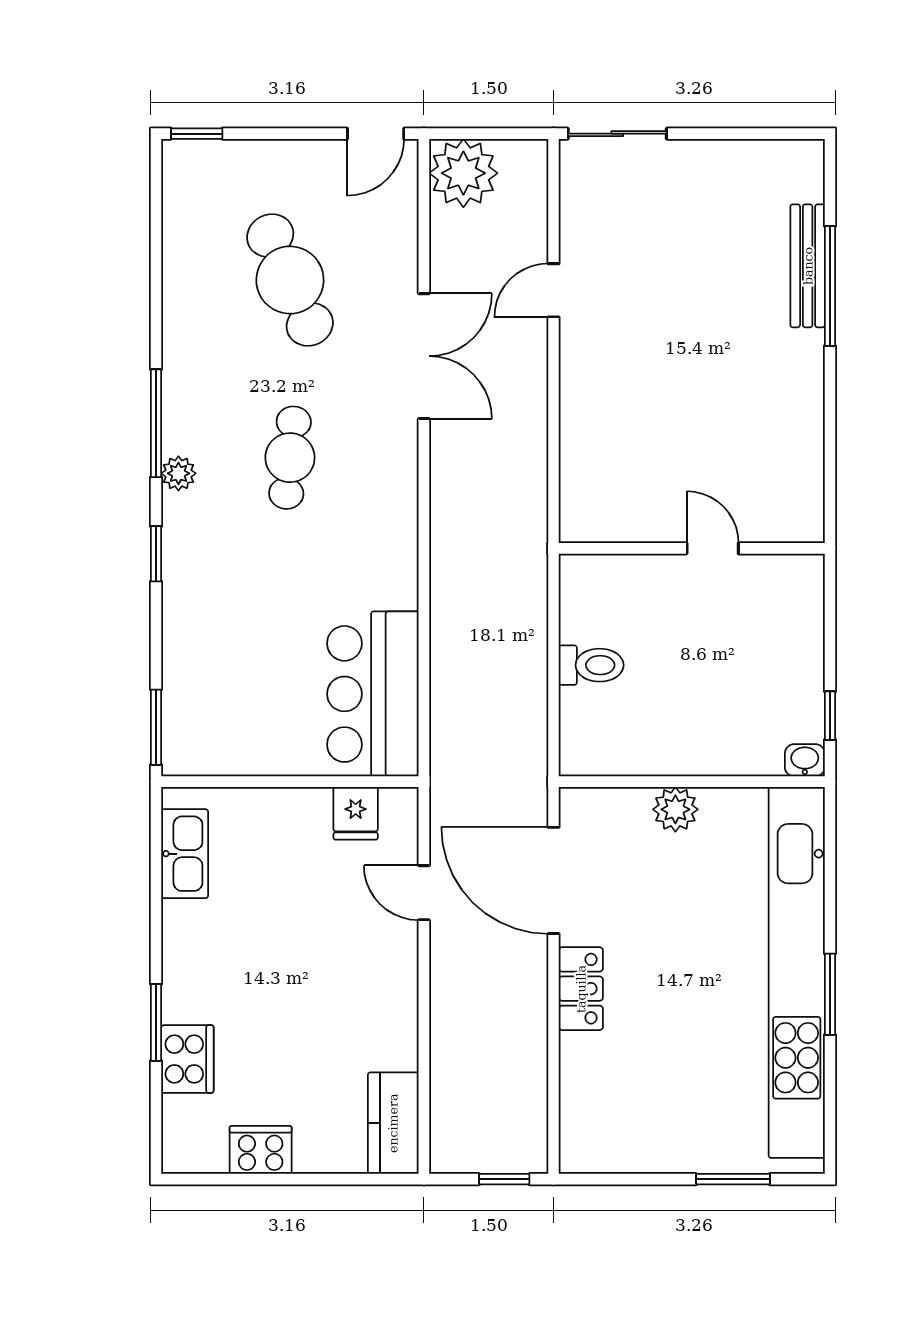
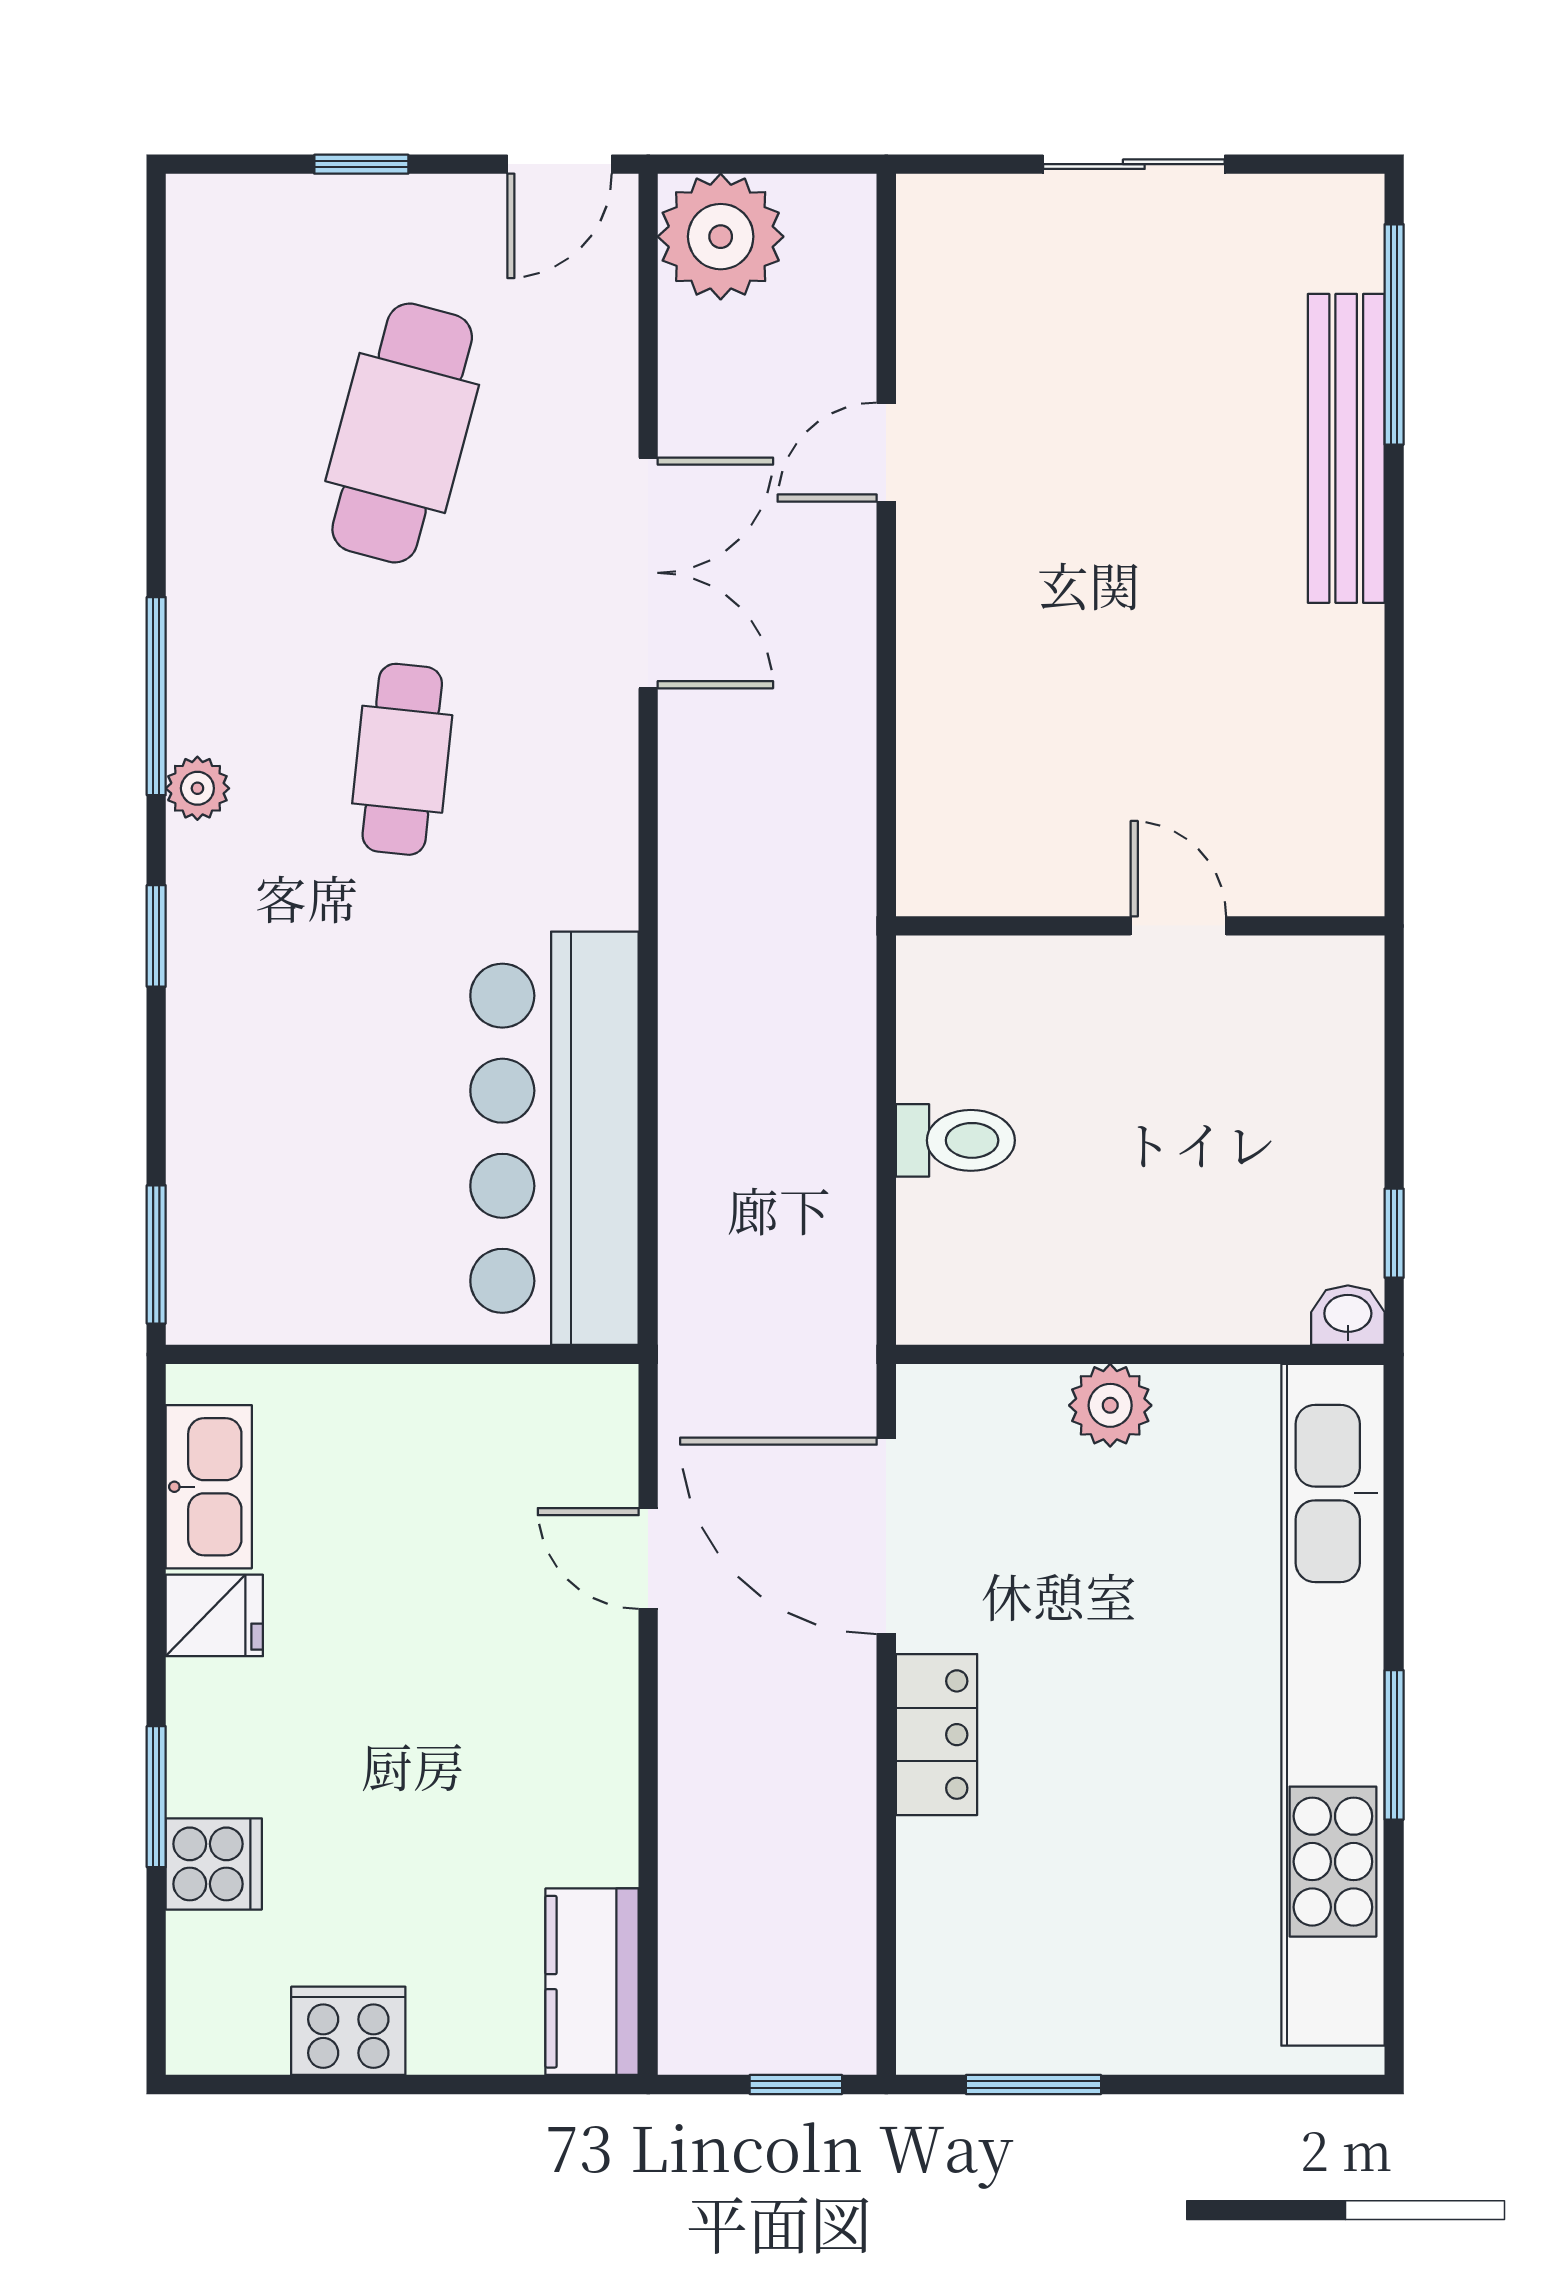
window: (197, 134) -> (361, 164), moved
sliding door: (617, 134) -> (1134, 164), moved
bench: (808, 266) -> (1346, 448), width x1.37, depth x1.21
cafe table: (290, 280) -> (402, 433), turned 39
window: (830, 286) -> (1394, 334), moved
bar counter: (373, 694) -> (554, 1138), width x1.36
fridge: (356, 813) -> (214, 1615), moved, turned -90
cooker: (187, 1059) -> (214, 1864), width x0.73
window: (733, 1179) -> (1033, 2084), moved

